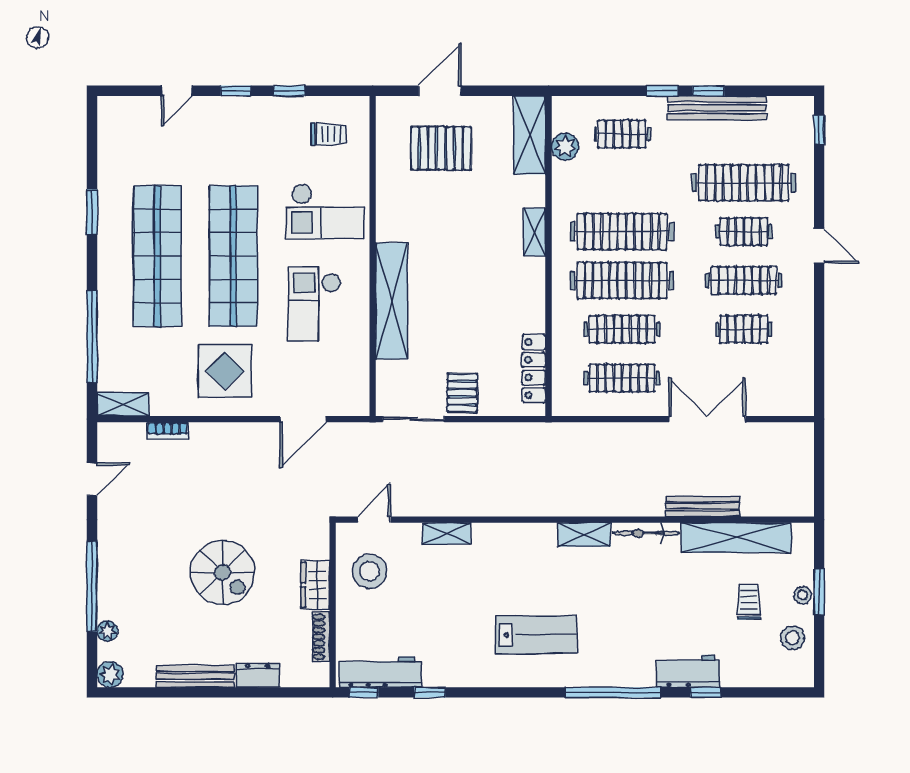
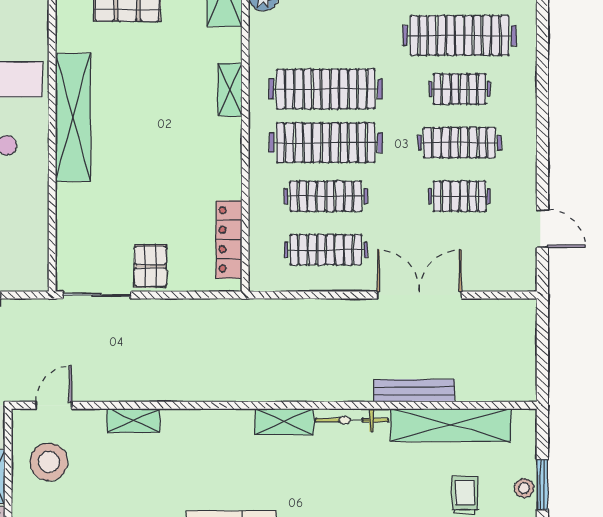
door: (819, 246) -> (542, 229), moved
shelving: (392, 301) -> (73, 117), moved

